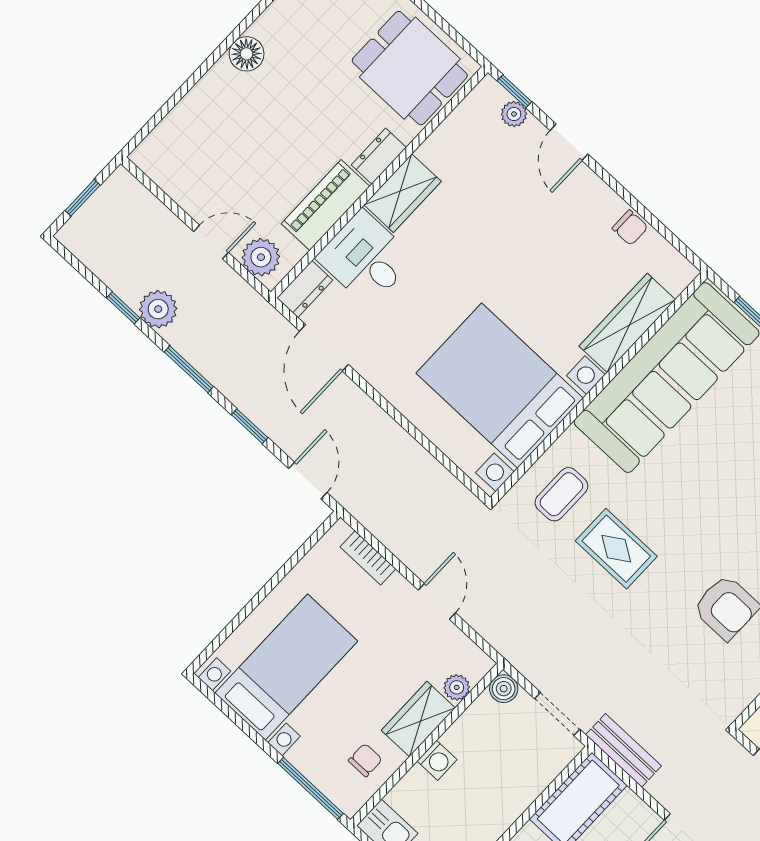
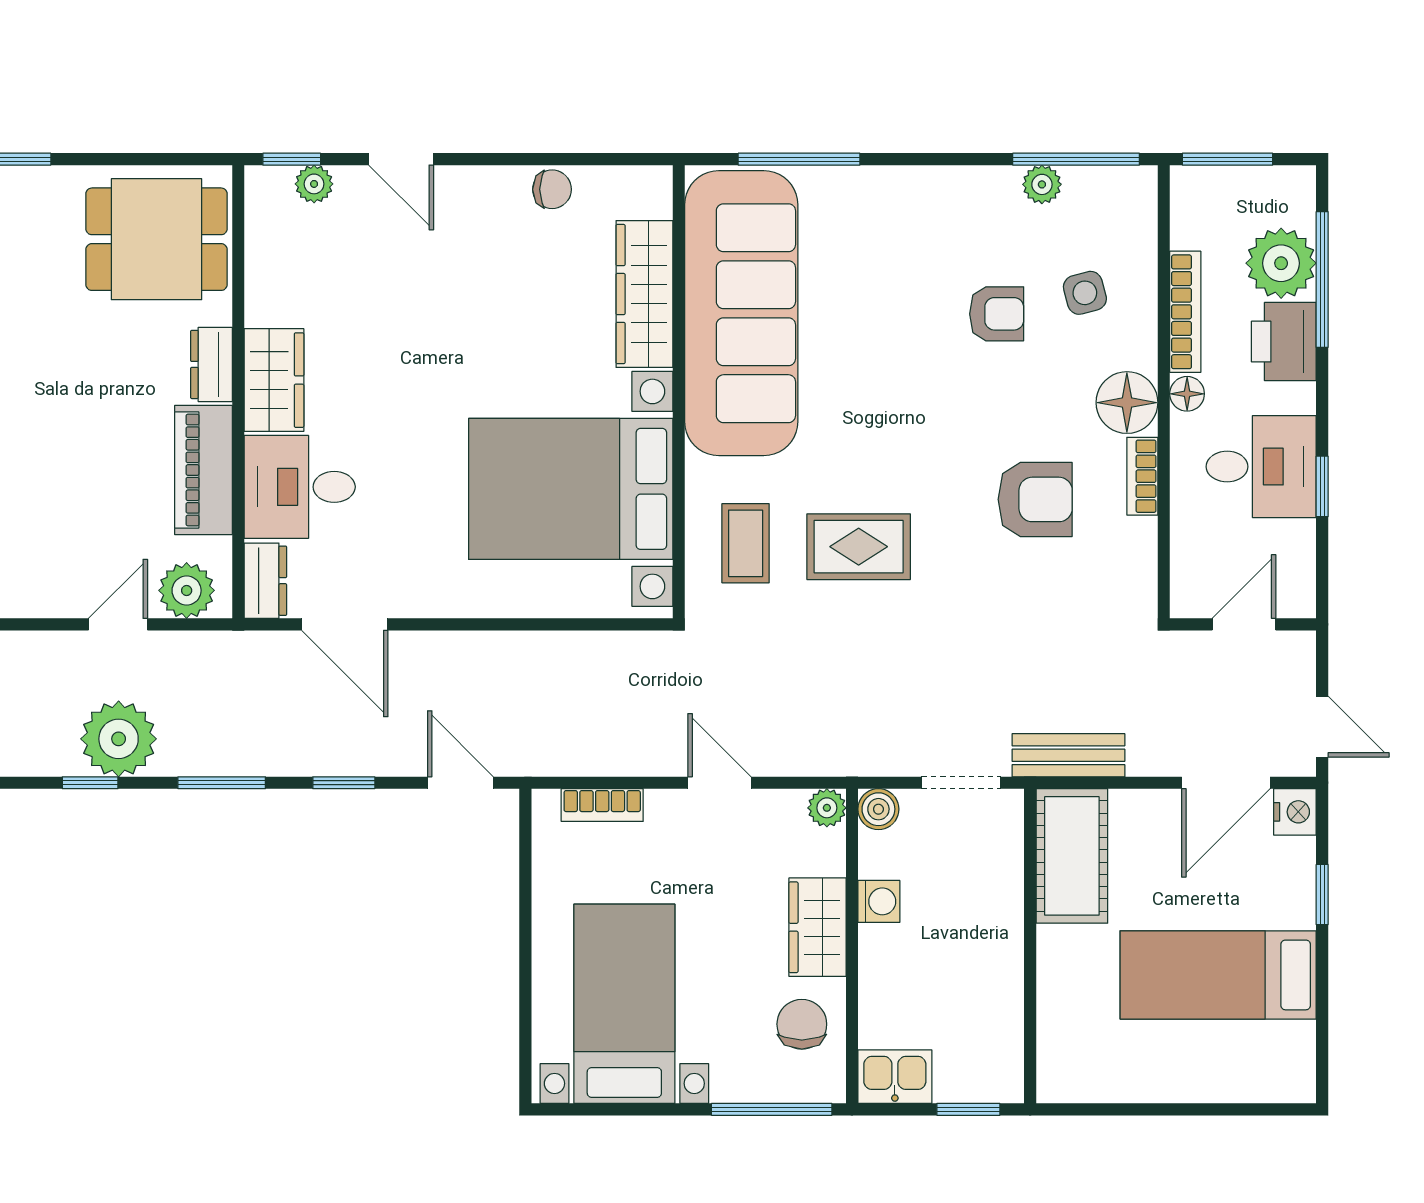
plant: (158, 309) -> (119, 739), width x1.36, depth x1.36
plant: (457, 687) -> (827, 808), moved
chair: (365, 760) -> (802, 1024), width x1.37, depth x1.37
washing machine: (437, 760) -> (879, 901), moved

